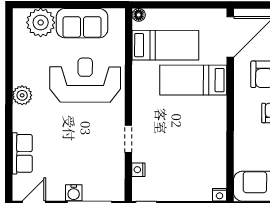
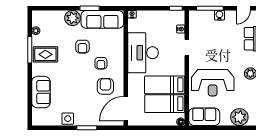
sofa: (82, 23) -> (204, 117), moved
bed: (193, 80) -> (165, 85), moved, turned 180
desk: (201, 130) -> (143, 53), added

